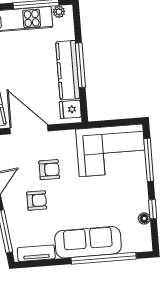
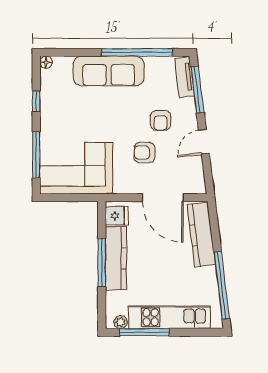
armchair: (37, 200) -> (161, 120), turned -90
floor lamp: (144, 218) -> (46, 62), moved
tv unit: (36, 253) -> (185, 77), moved, turned 83
window: (104, 258) -> (137, 52), moved

